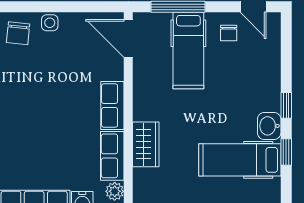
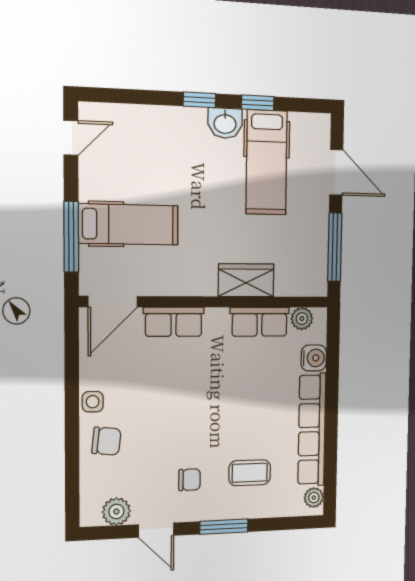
chair: (229, 33) -> (106, 171), removed
row of seats: (112, 105) -> (174, 322), moved

